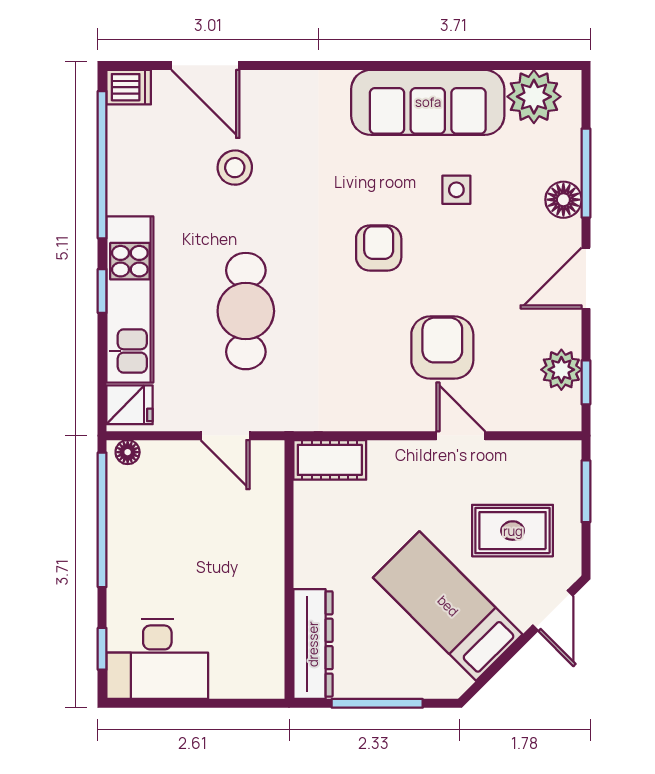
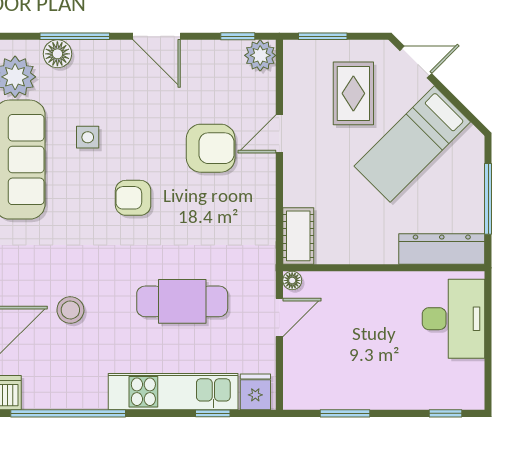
floor lamp: (563, 200) -> (57, 54), moved
window: (102, 291) -> (213, 413), moved
armchair: (442, 348) -> (211, 148), turned 180
plant: (561, 370) -> (260, 55), moved
floor lamp: (128, 452) -> (292, 280), moved
window: (102, 520) -> (345, 413), width x0.47
desk: (157, 659) -> (453, 319), moved

